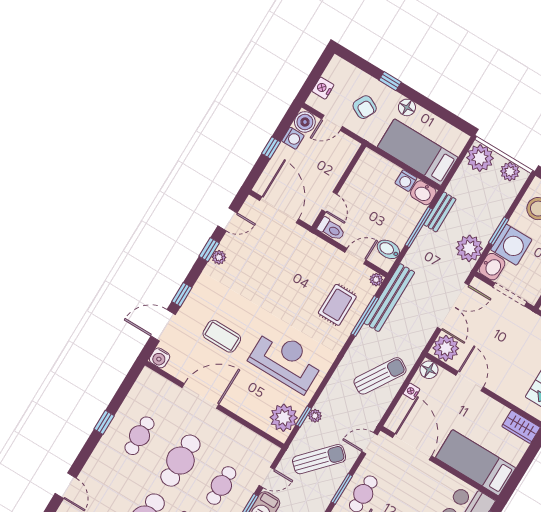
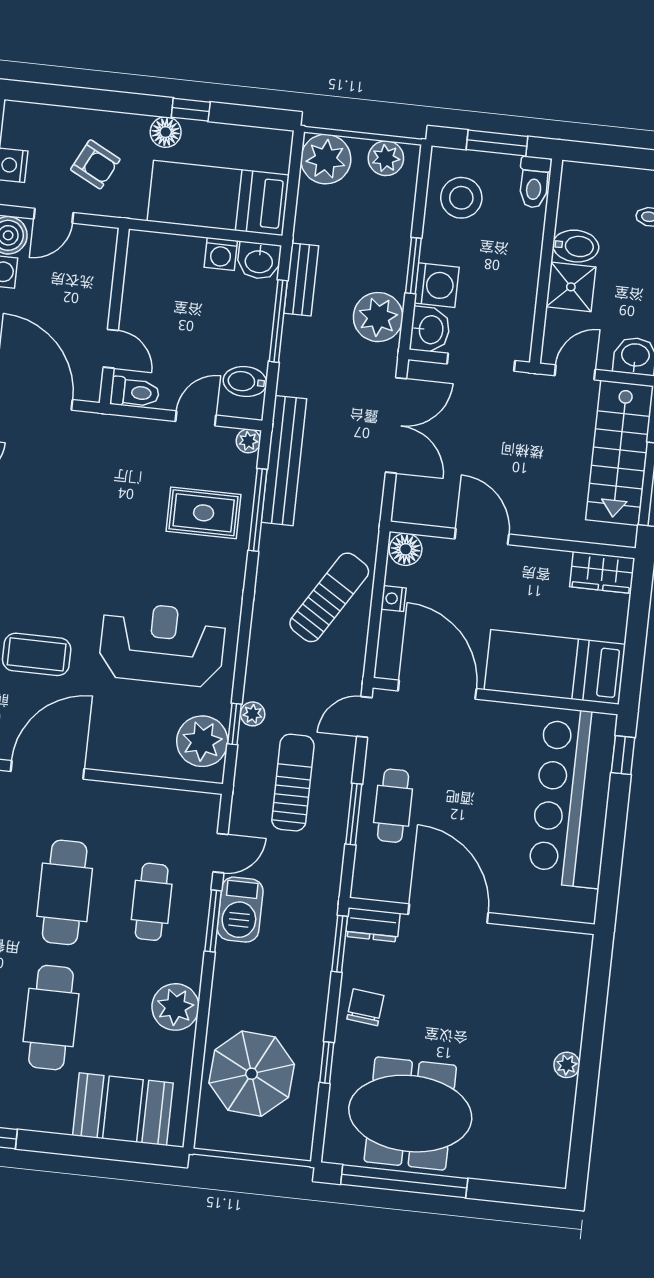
window: (390, 81) -> (191, 110), moved
washing machine: (511, 245) -> (437, 285), width x0.73, depth x0.73
rug: (337, 305) -> (204, 513), turned 90
plant: (446, 348) -> (417, 500), removed
sun lounger: (319, 459) -> (293, 783), turned -43

